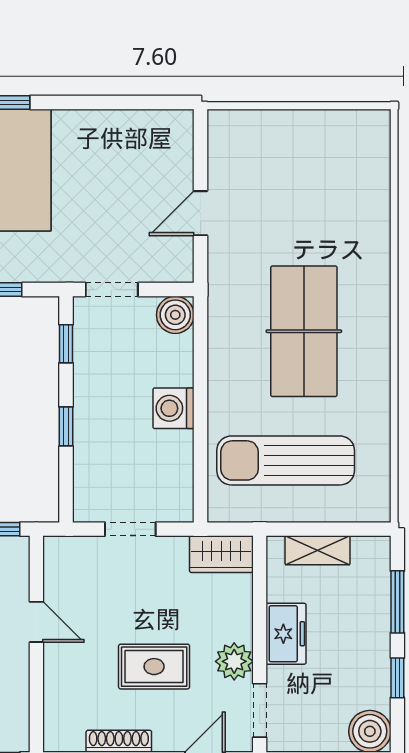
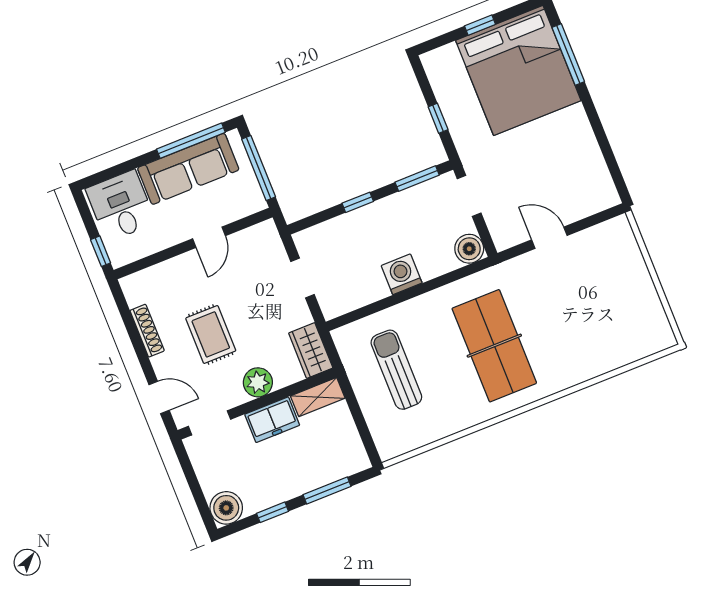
table tennis table: (304, 331) -> (494, 346), turned 90
window: (66, 344) -> (417, 179), width x1.50
sun lounger: (286, 460) -> (396, 370), width x0.73, depth x0.75
shelving: (318, 550) -> (318, 397), moved, turned 90
plant: (234, 661) -> (258, 382), moved

